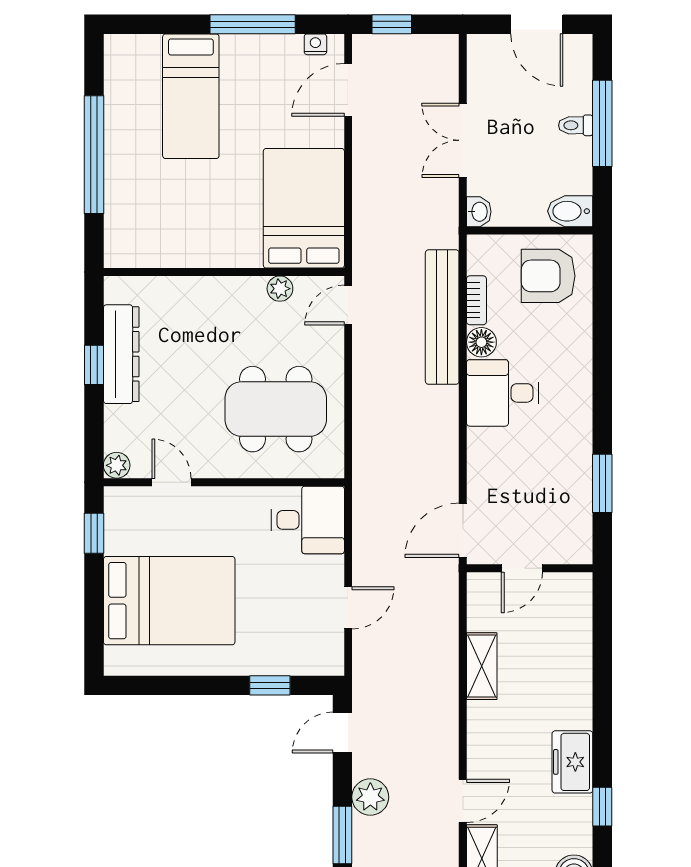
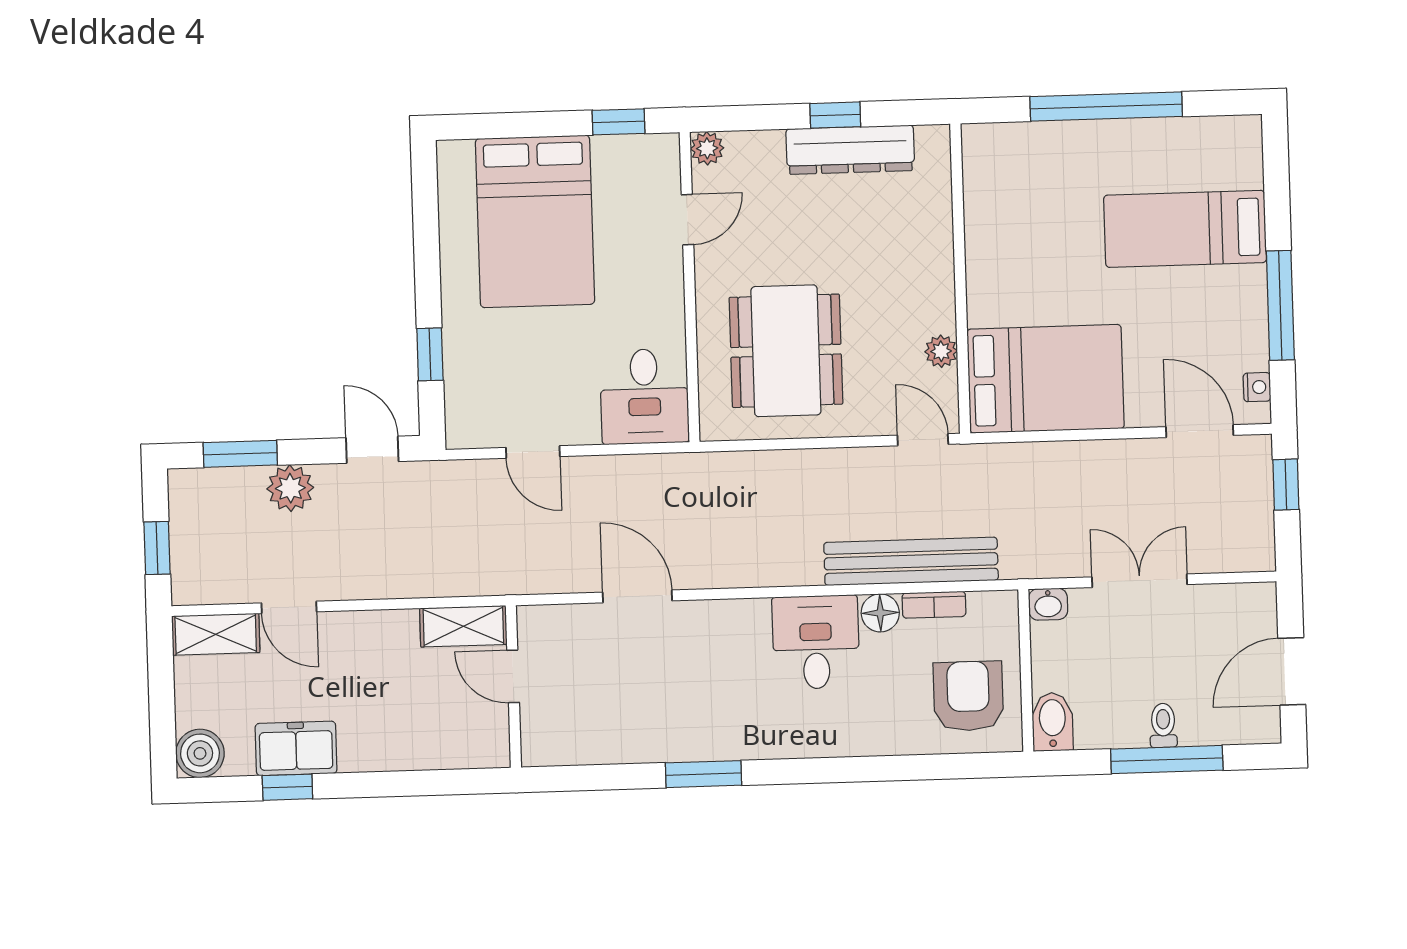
door: (522, 568) -> (513, 676), moved
wall: (530, 568) -> (513, 687), moved
freezer: (572, 762) -> (296, 748), moved

